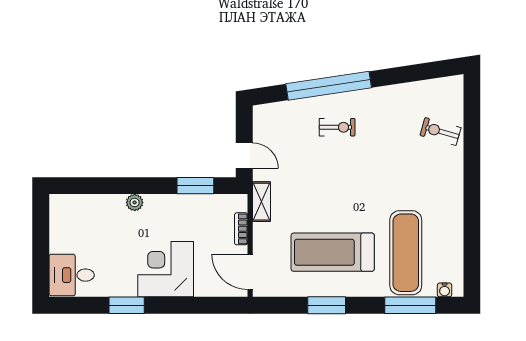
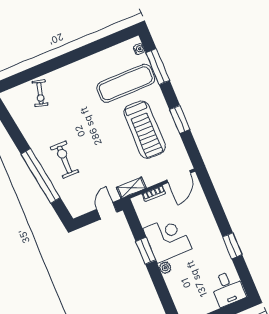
exercise bike: (337, 127) -> (65, 160), width x1.38, depth x1.39
window: (195, 186) -> (146, 251), moved
corner desk: (166, 269) -> (167, 239), moved, turned 180

